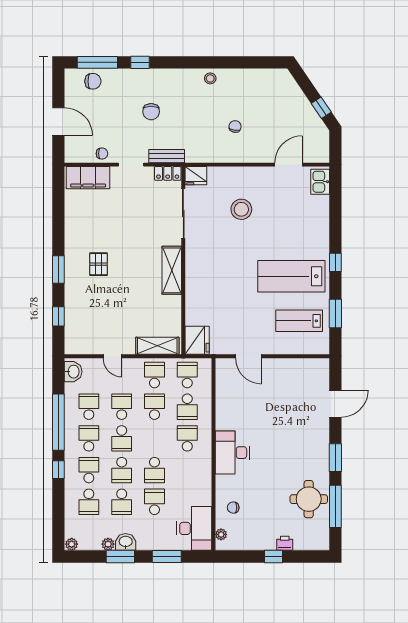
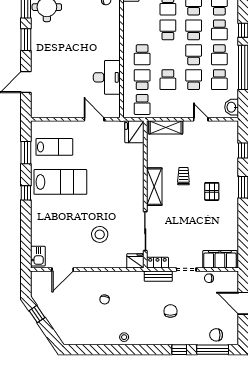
trolley: (135, 284) -> (183, 176), added
school desk: (154, 375) -> (168, 104), removed
school desk: (122, 407) -> (194, 80), turned 180
desk: (232, 453) -> (107, 77), moved

